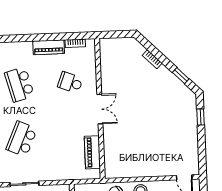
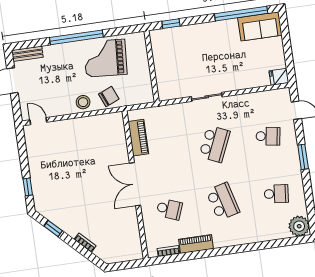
double door: (100, 109) -> (135, 184), width x1.37

